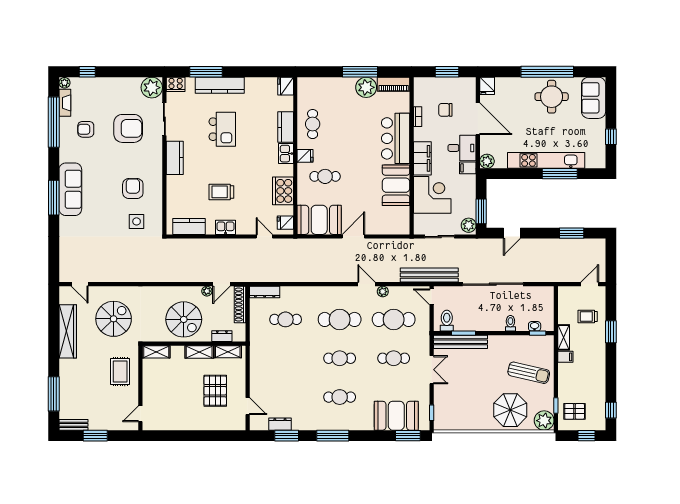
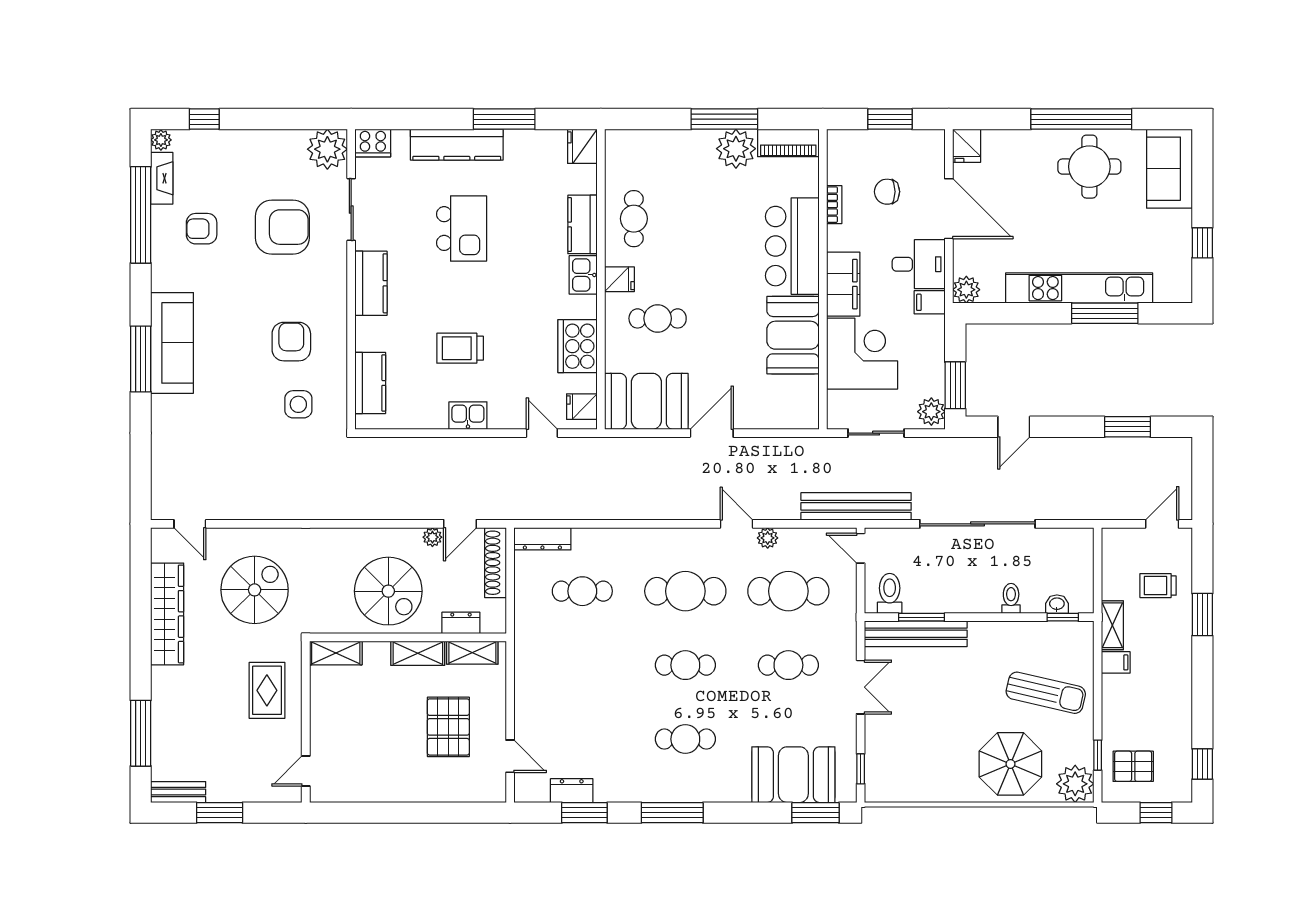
window: (206, 72) -> (504, 119), moved
kitchen counter: (189, 226) -> (370, 383), moved, turned 90

